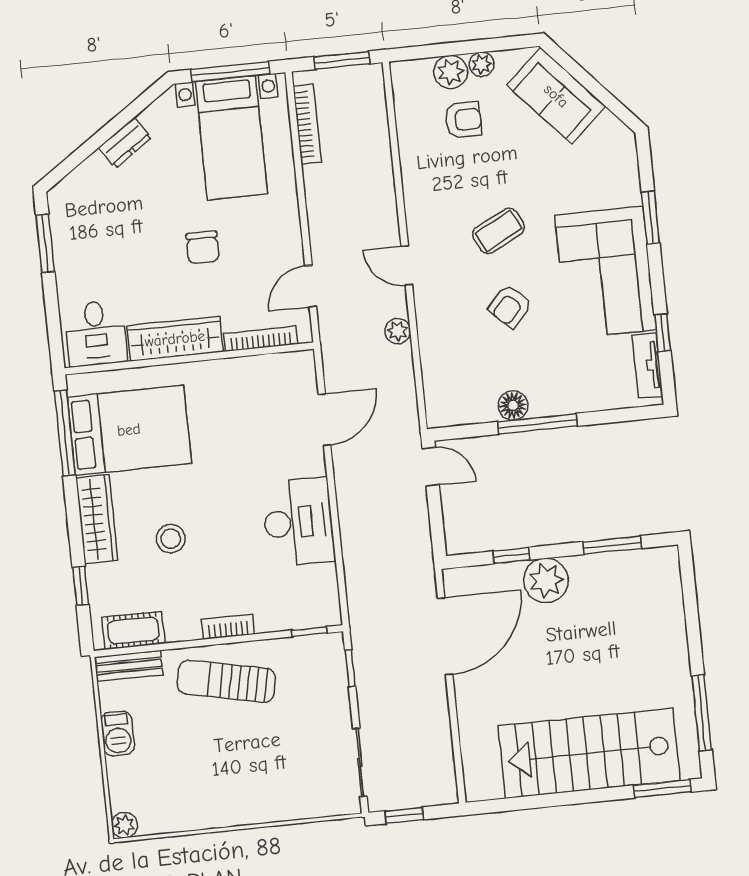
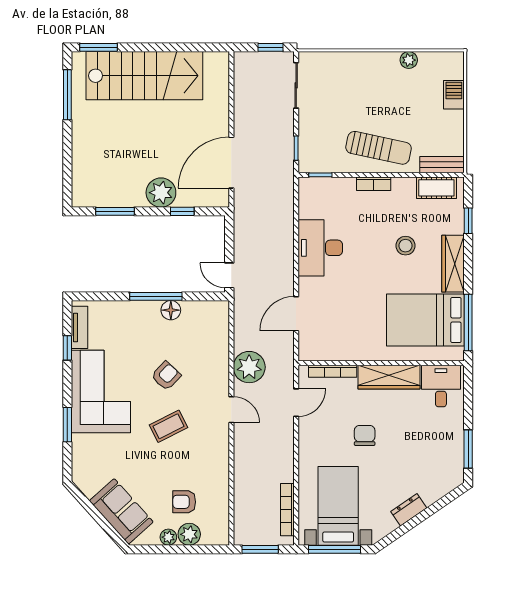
plant: (398, 331) -> (249, 367), width x1.87, depth x1.87
barbecue: (118, 734) -> (454, 95), moved
plant: (124, 825) -> (409, 60), moved

